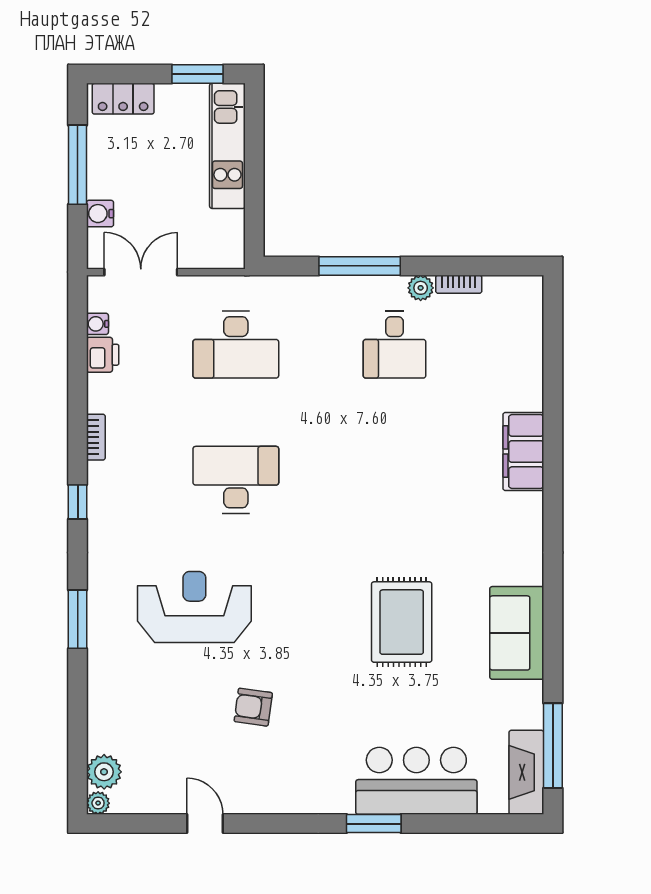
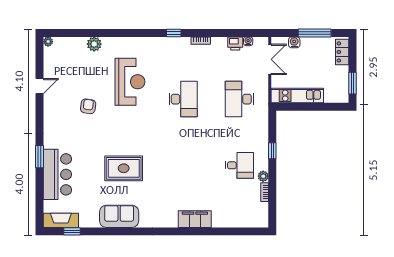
kitchen unit: (227, 146) -> (297, 96), moved
window: (360, 266) -> (272, 151), width x0.46
desk: (395, 345) -> (239, 165), turned 180
window: (78, 619) -> (125, 33), removed
window: (553, 746) -> (72, 231), width x0.46
plant: (104, 772) -> (94, 44), moved

